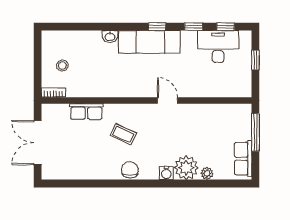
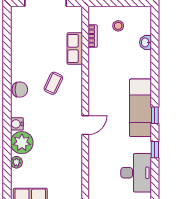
window: (226, 27) -> (155, 180), removed
washbasin: (110, 37) -> (145, 42), moved
bookcase: (53, 93) -> (93, 36), moved

